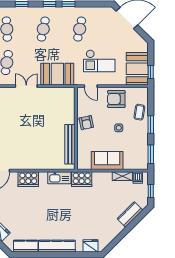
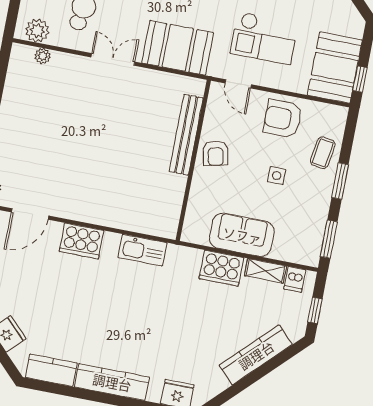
bench: (70, 144) -> (186, 135), moved
cooker: (82, 179) -> (221, 268), moved
kitchen counter: (130, 214) -> (256, 355), width x1.50

